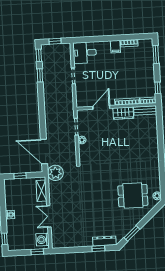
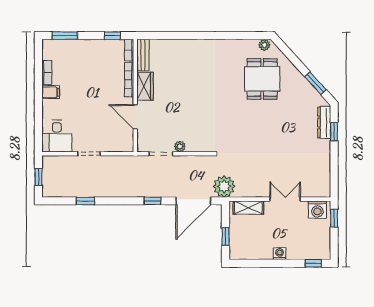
window: (39, 55) -> (152, 201), moved
double door: (49, 216) -> (285, 199), swing flipped

